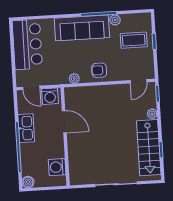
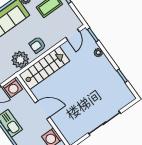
plant: (74, 78) -> (20, 60), width x1.88, depth x1.88
door: (64, 122) -> (42, 110), moved
stairs: (149, 148) -> (44, 68), moved, turned -90

